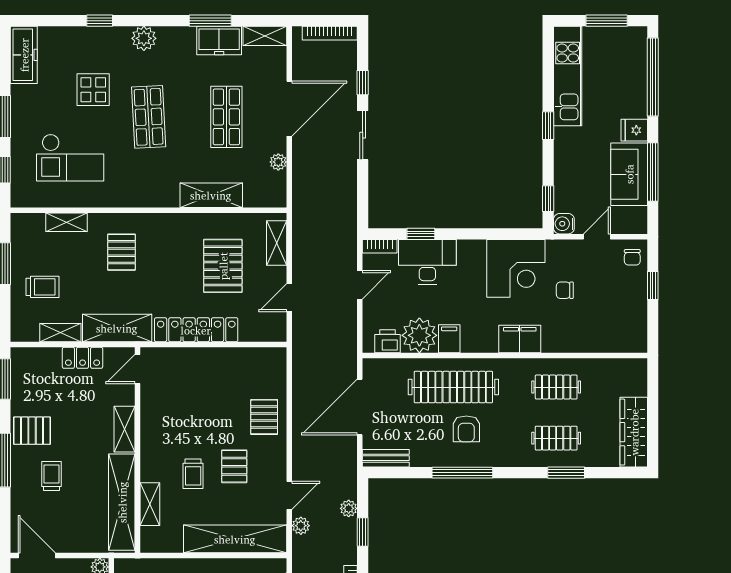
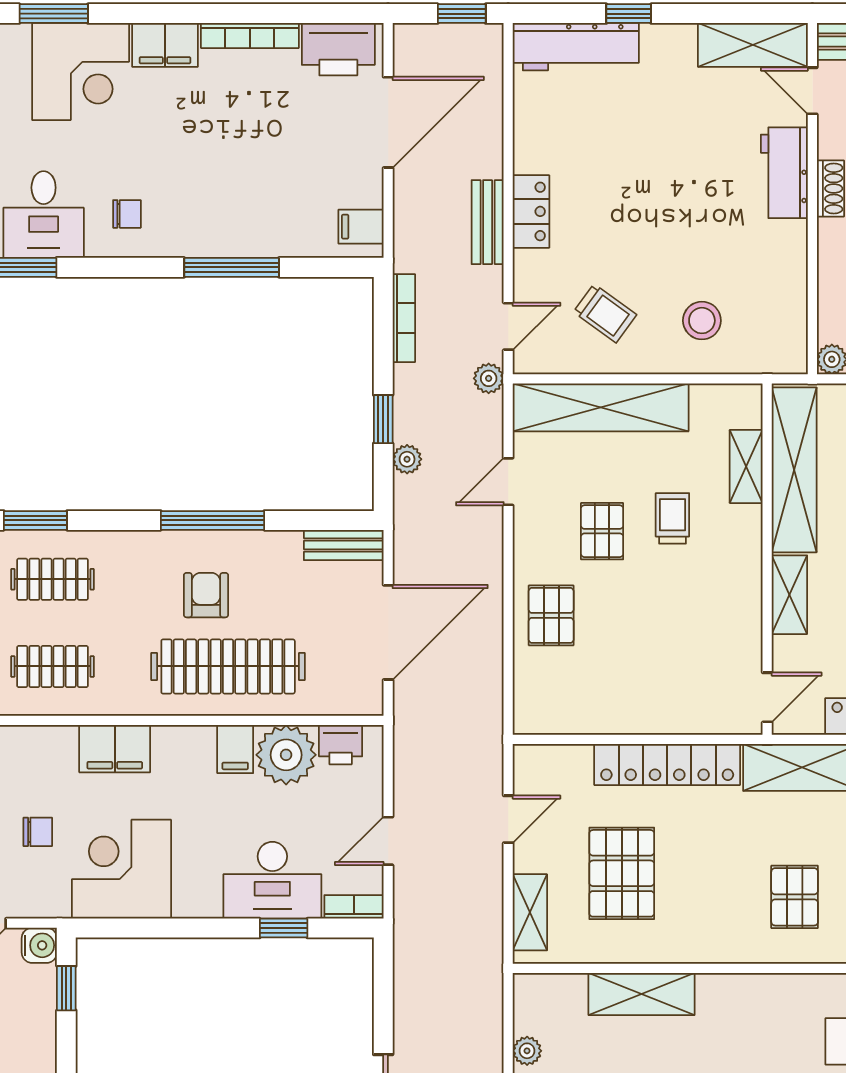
plant: (301, 526) -> (489, 378), moved

